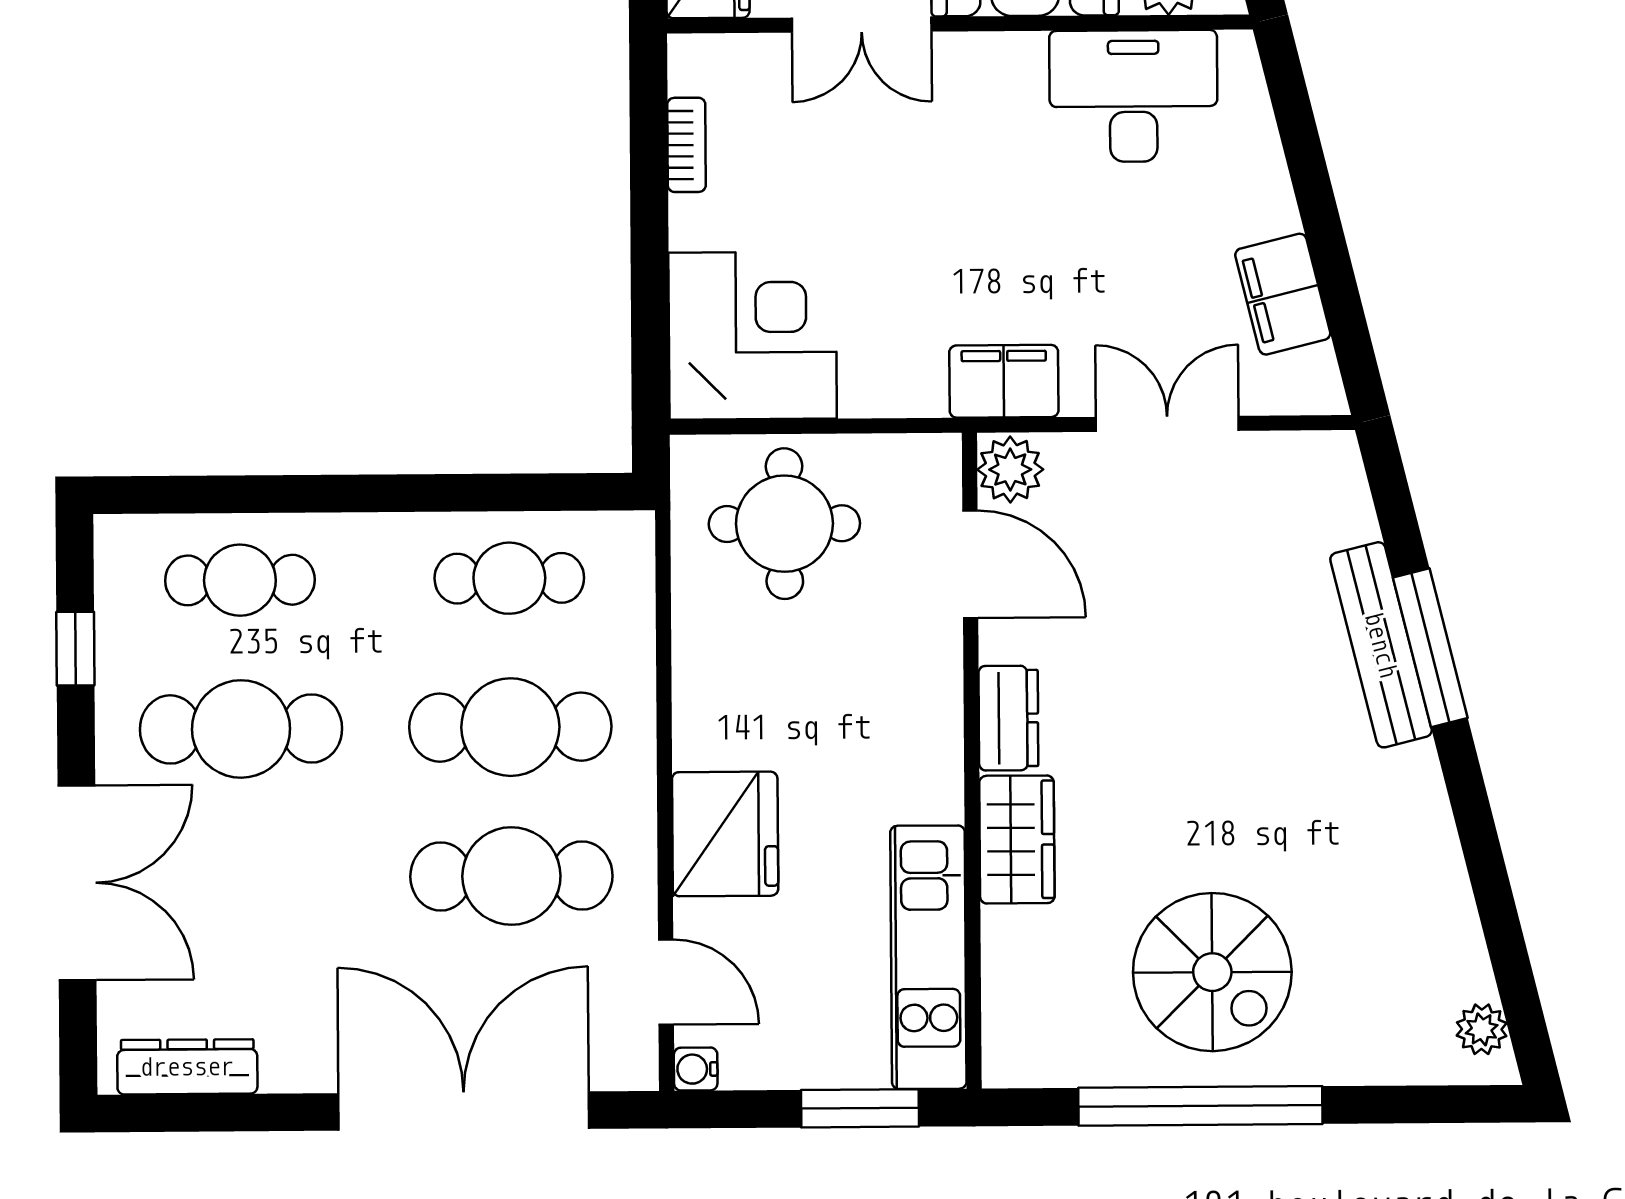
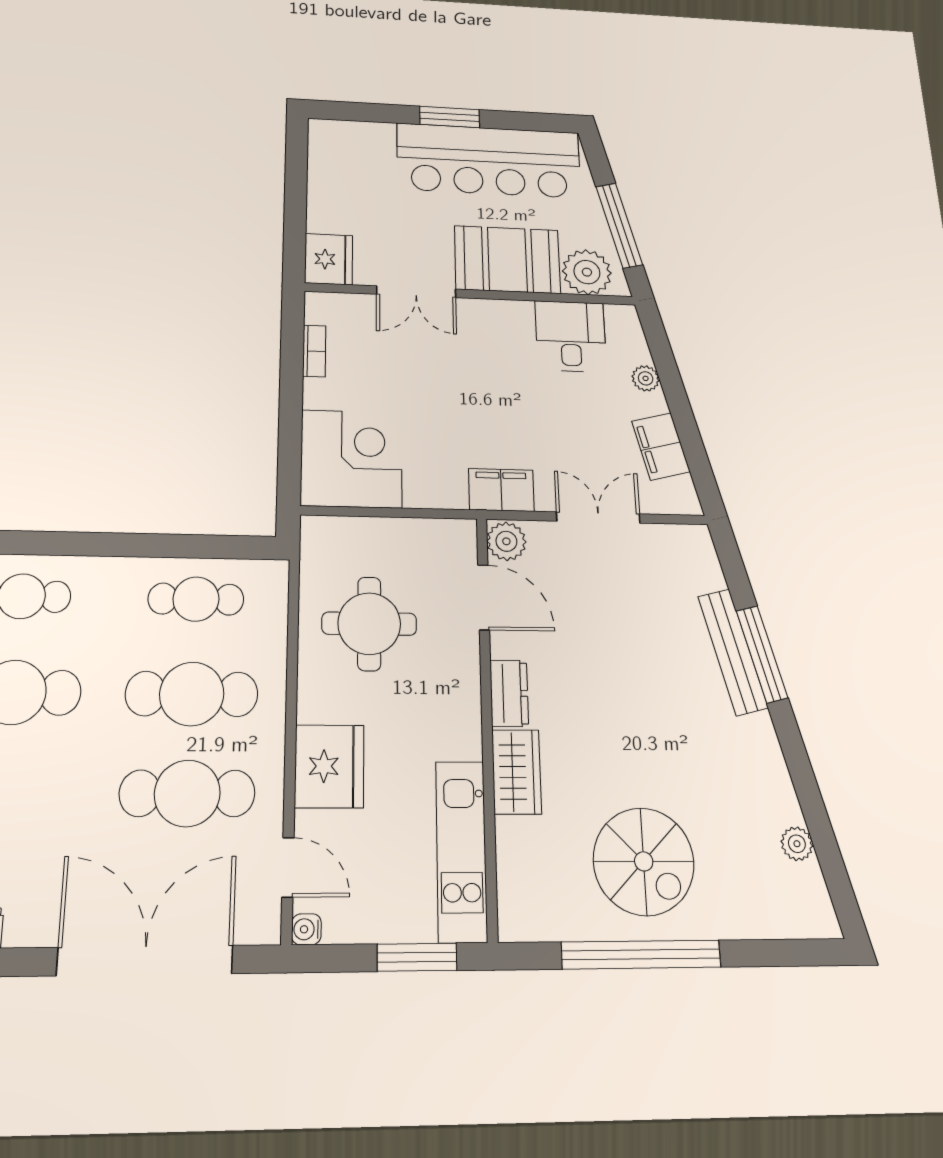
desk: (1133, 96) -> (571, 336), width x0.73
plant: (1264, 170) -> (646, 378), added
round table: (784, 524) -> (369, 624), moved
plant: (1482, 1029) -> (797, 844), moved

